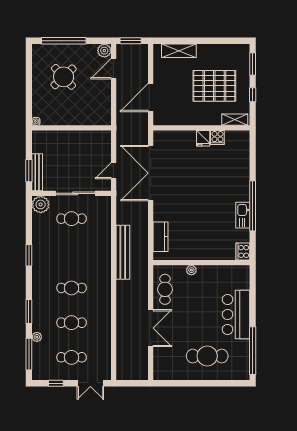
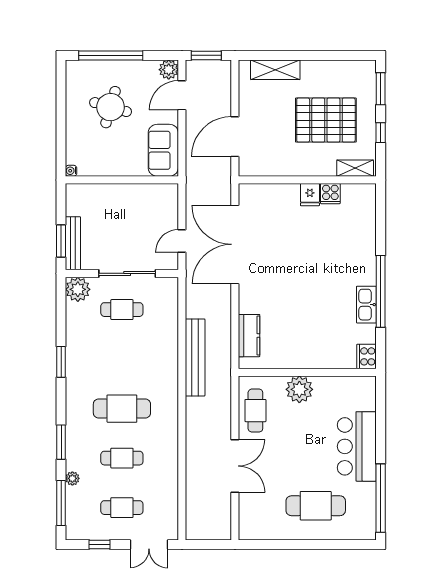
round table: (64, 77) -> (111, 107), turned -31
sofa: (101, 107) -> (163, 150), added
plant: (191, 270) -> (299, 389), width x1.88, depth x1.88
cafe table: (72, 288) -> (122, 409), width x1.37, depth x1.35

